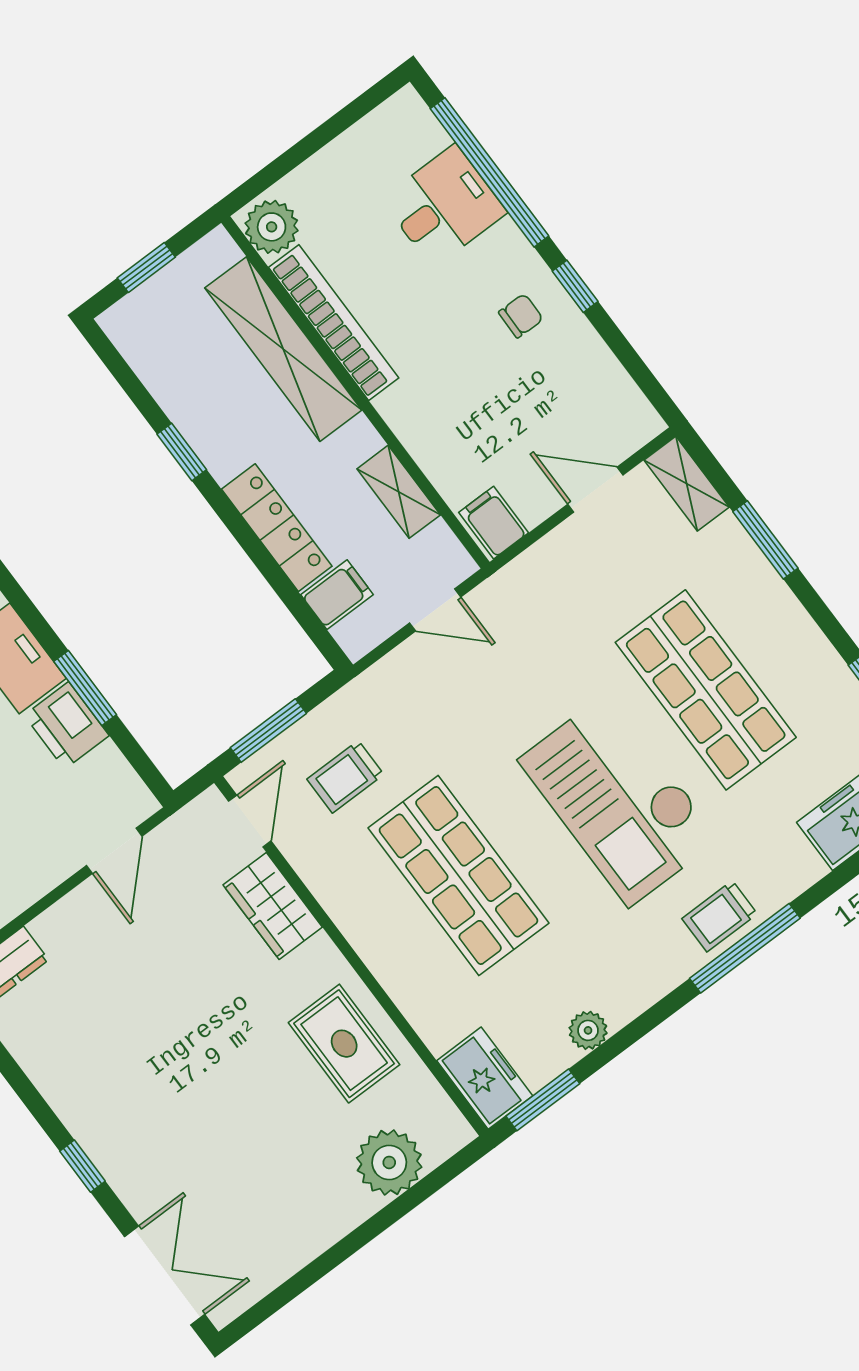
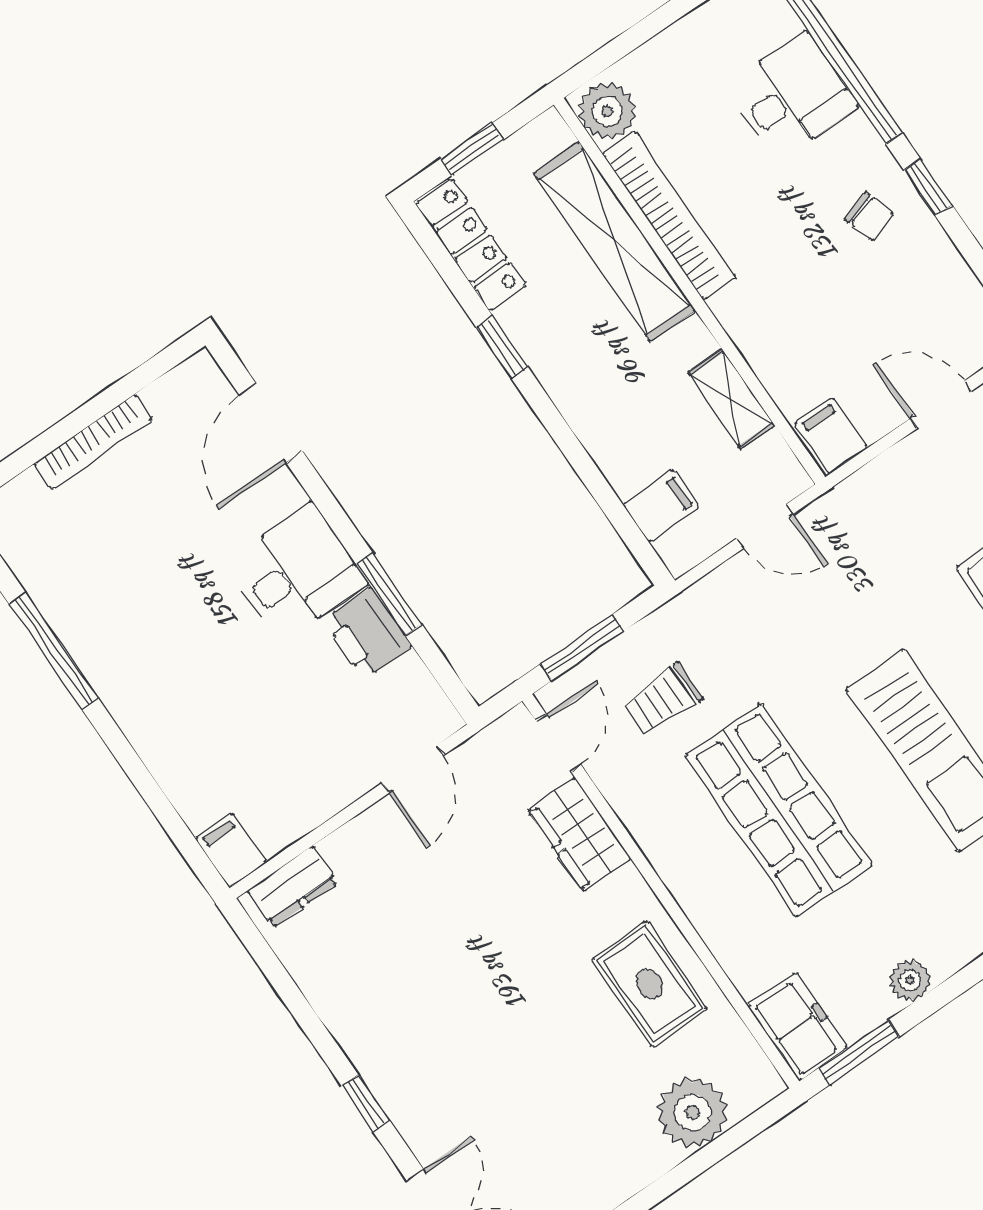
chair: (521, 316) -> (869, 216), turned 71
locker: (277, 528) -> (471, 245), moved

